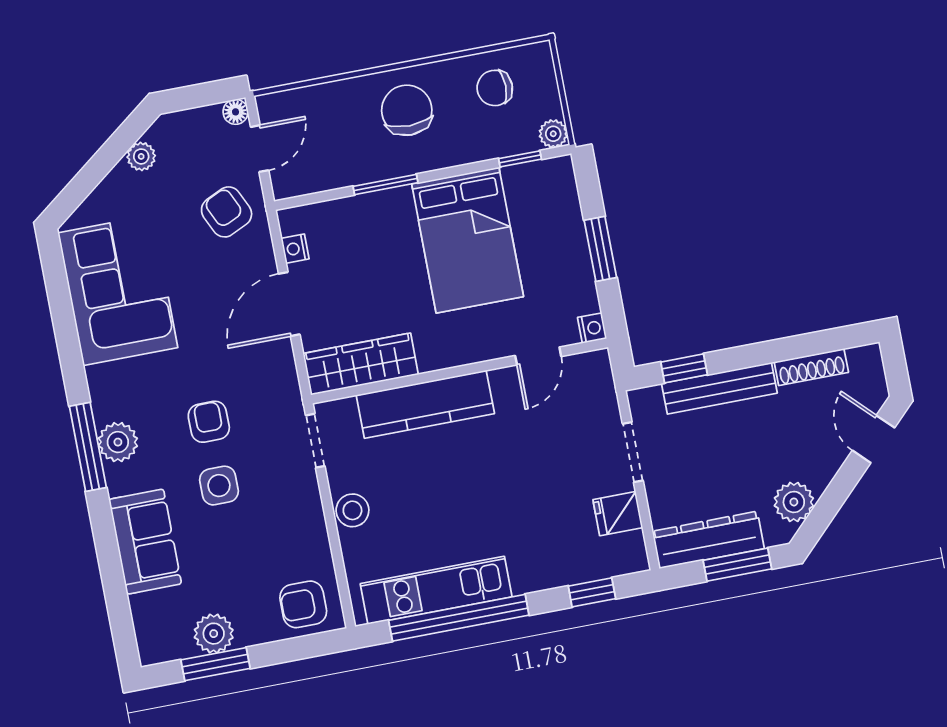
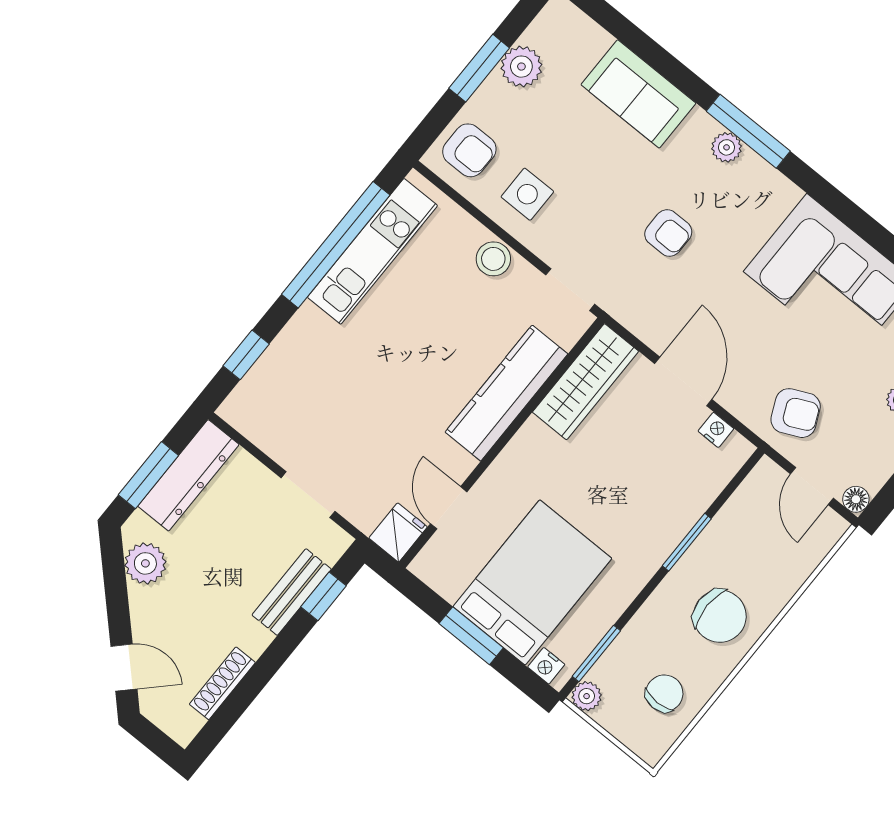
window: (520, 159) -> (596, 654), width x1.50
bed: (468, 240) -> (532, 582), moved, turned 90
nightstand: (592, 328) -> (546, 666), moved
bench: (719, 388) -> (292, 592), width x0.73
plant: (118, 442) -> (727, 147), width x0.73, depth x0.73
side table: (219, 486) -> (527, 194), moved
fridge: (618, 514) -> (398, 532), moved
armchair: (303, 604) -> (469, 150), turned 90
window: (215, 664) -> (479, 68), moved

